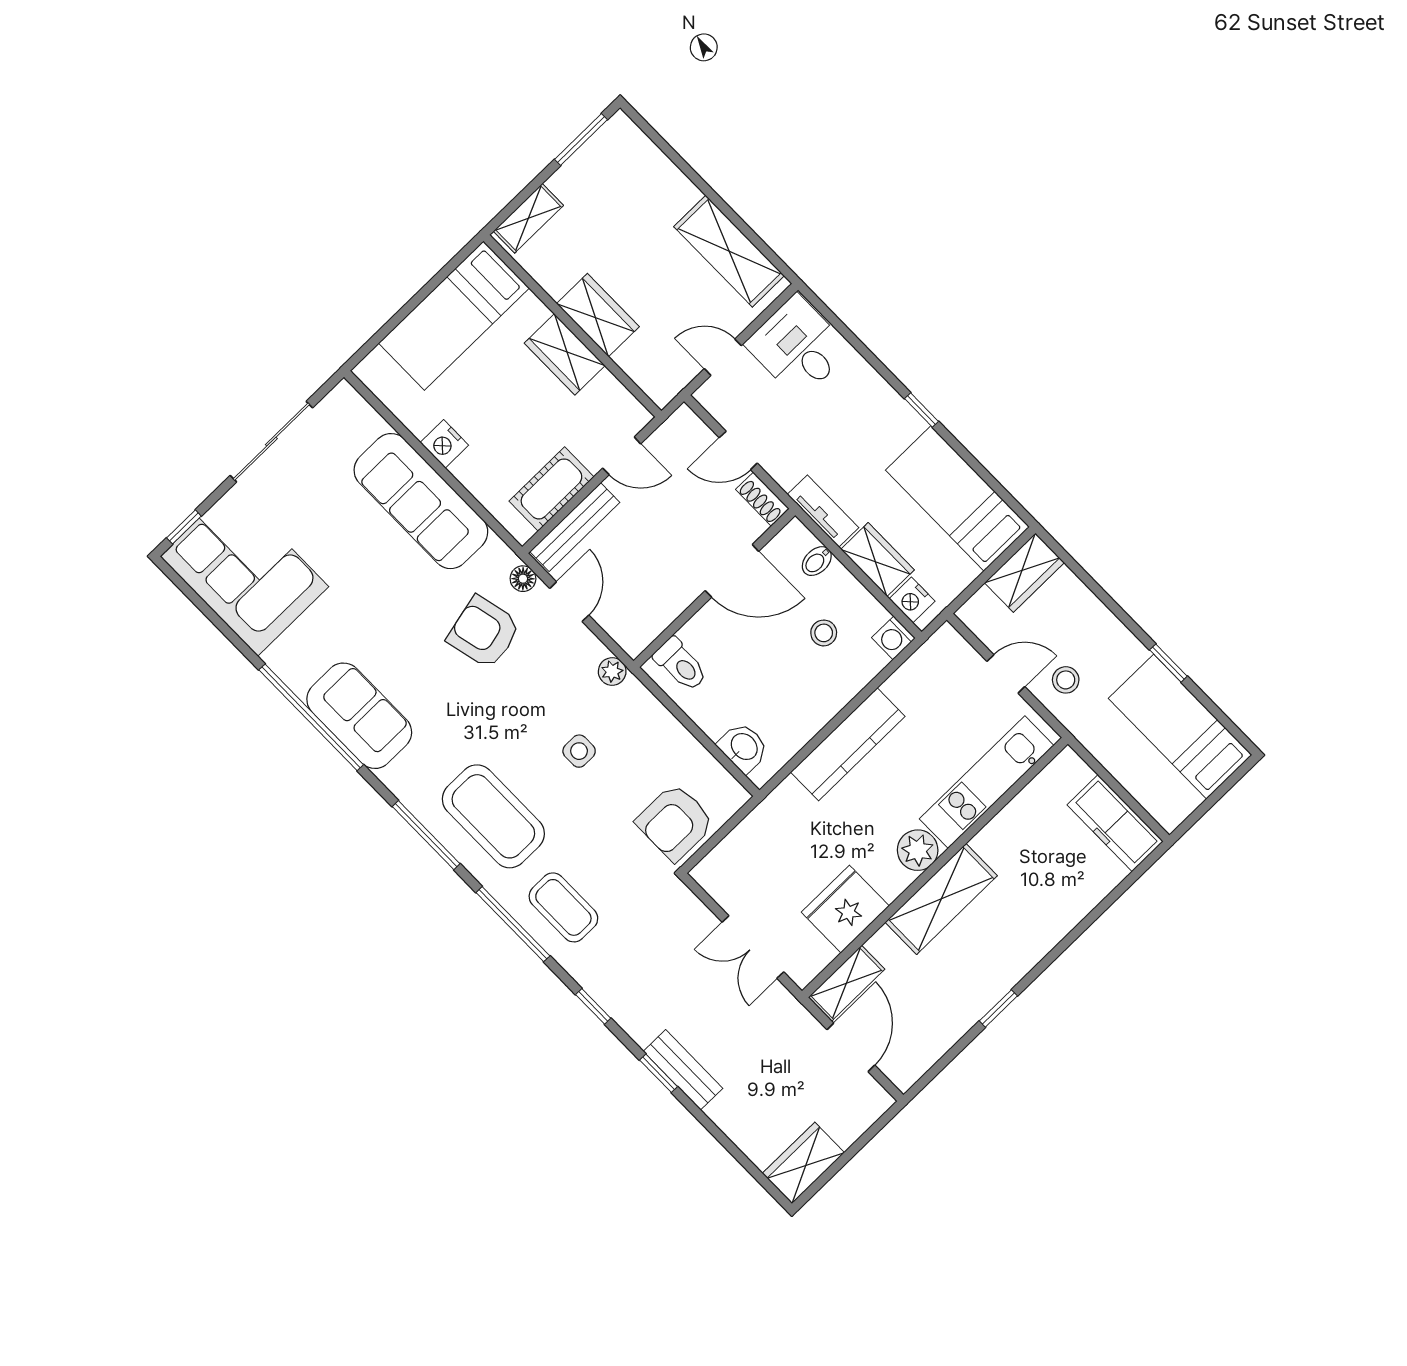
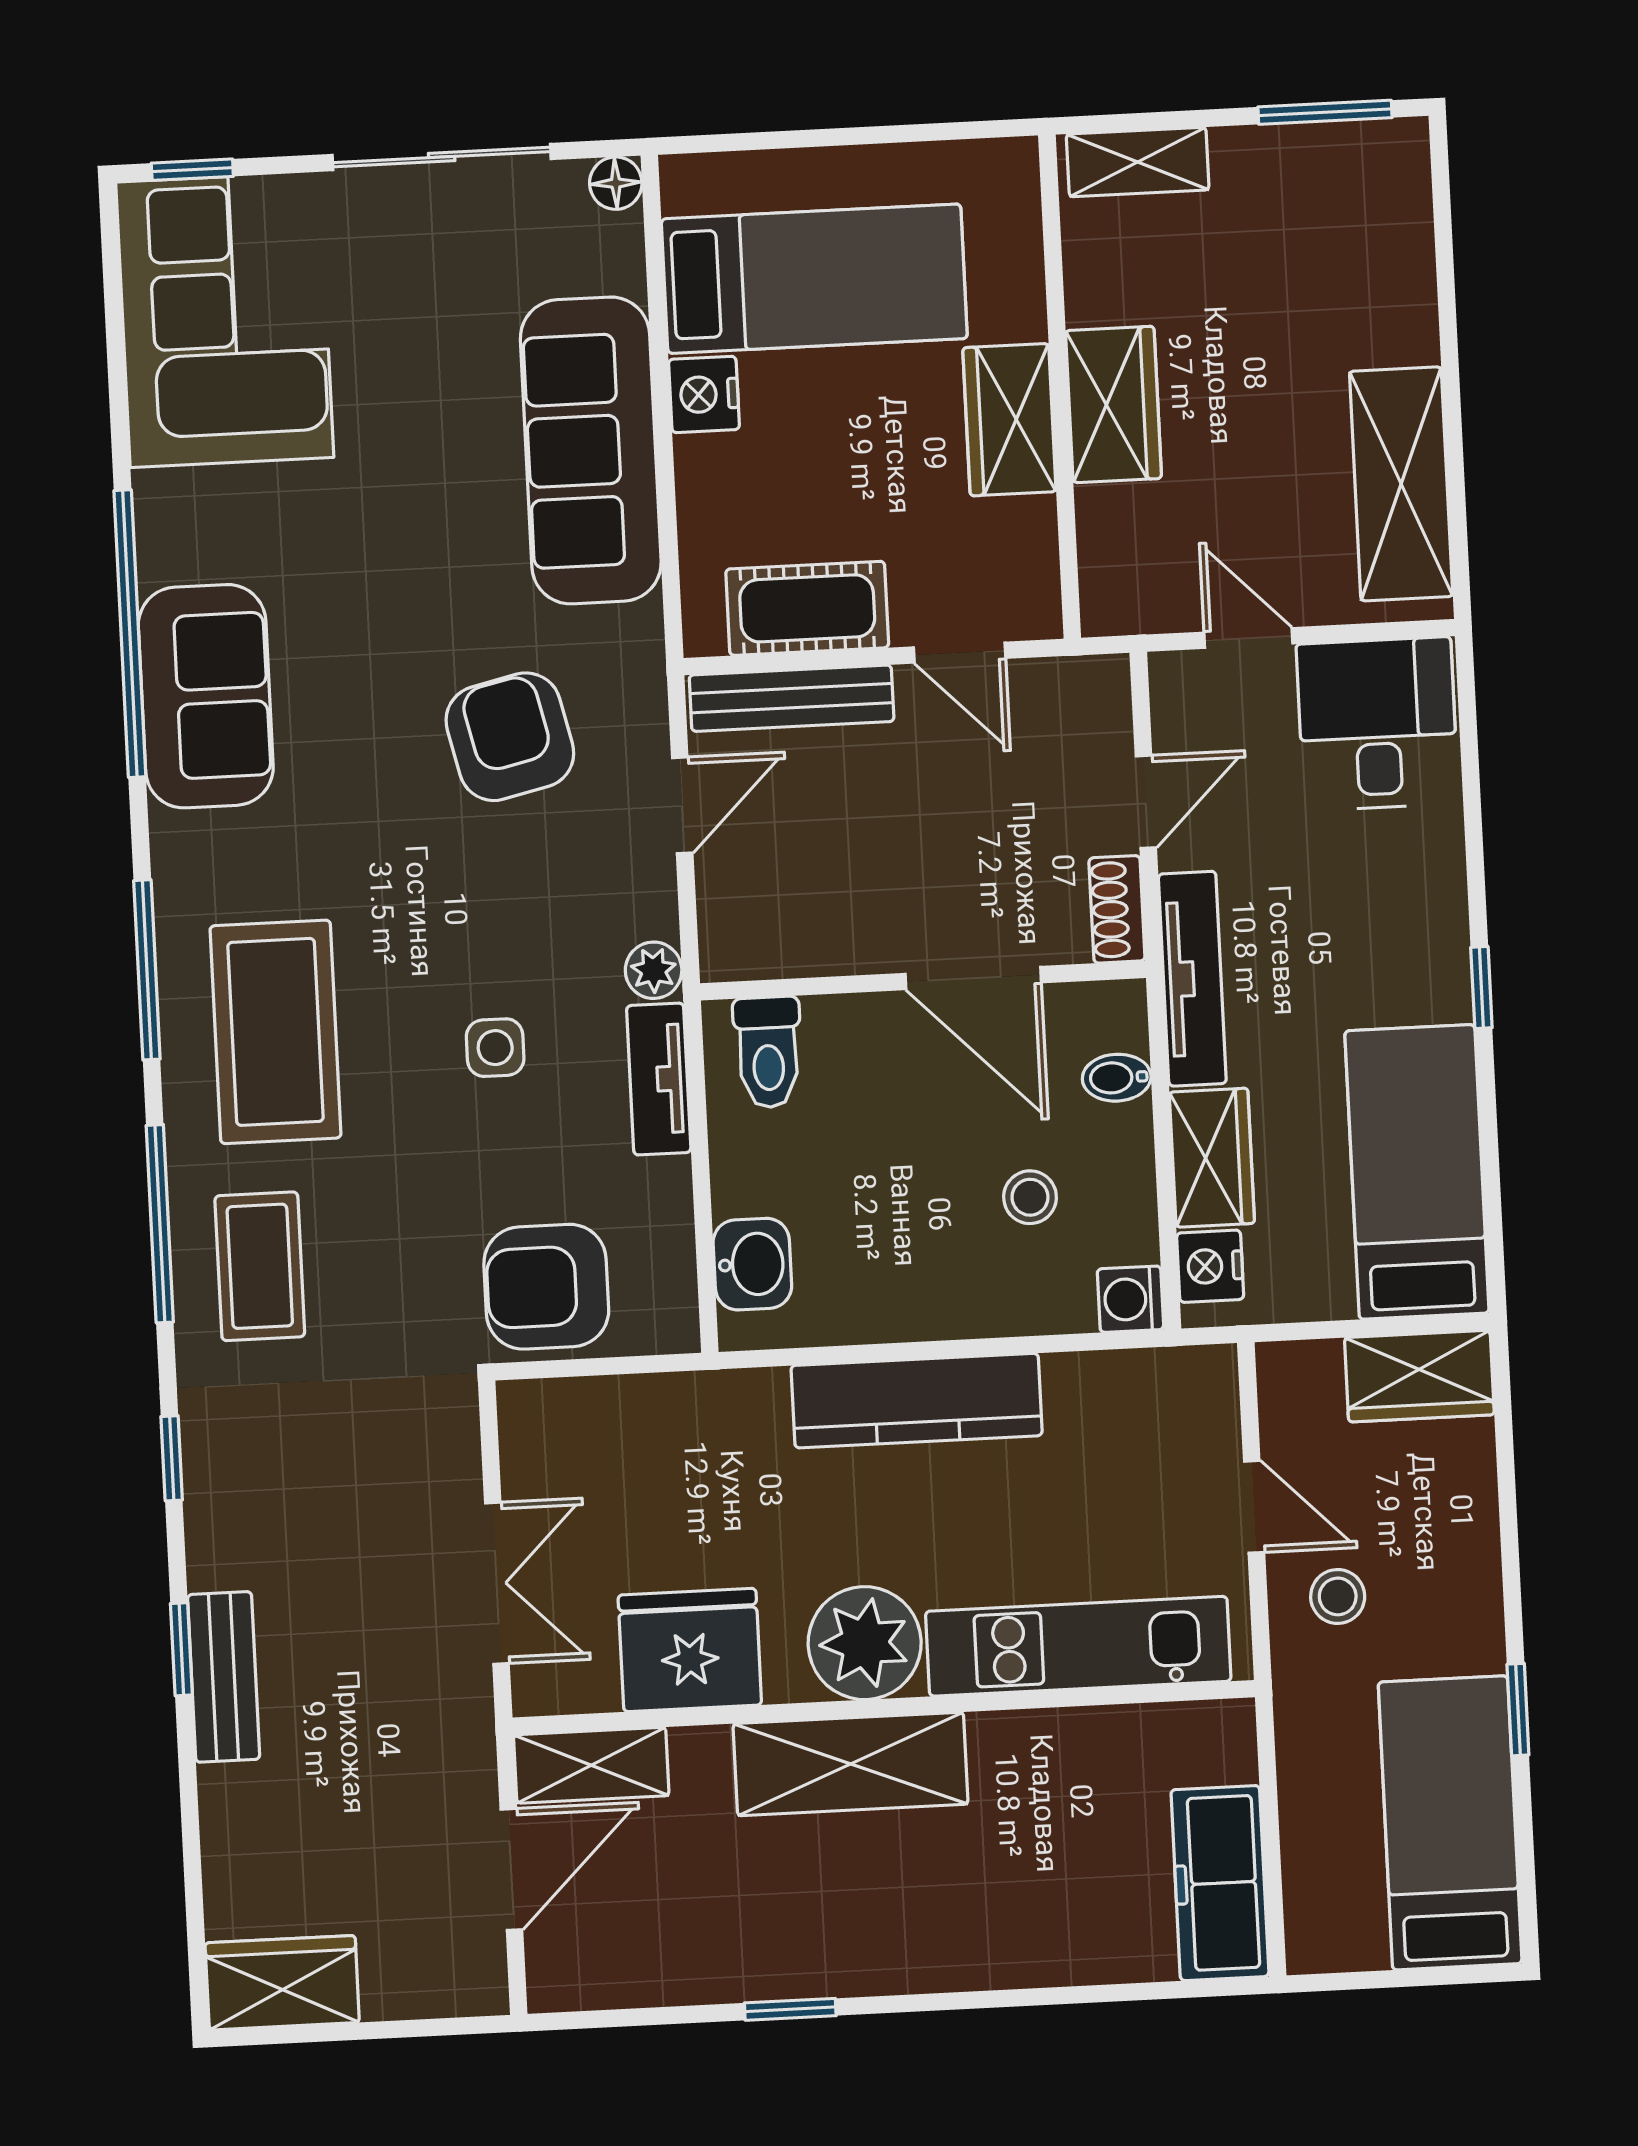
bed: (454, 316) -> (814, 279), moved, turned 180
door: (738, 450) -> (1146, 802), swing flipped
tv unit: (823, 511) -> (1192, 979), width x1.41
floor lamp: (523, 579) -> (616, 183), moved
tv unit: (649, 710) -> (659, 1079), added
plant: (918, 850) -> (865, 1643), width x1.36, depth x1.36
double door: (753, 947) -> (497, 1583), swing flipped

